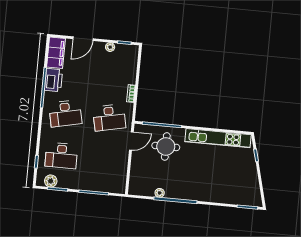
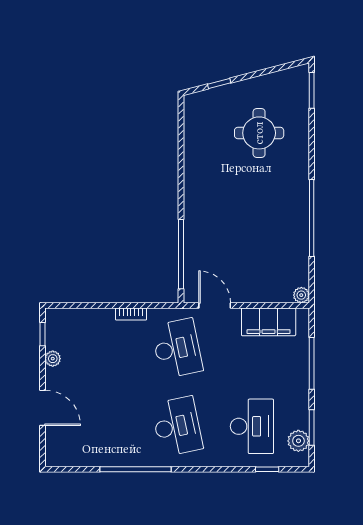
filing cabinet: (56, 53) -> (269, 322), moved, turned 180
printer: (54, 80) -> (120, 453), removed
kitchen unit: (218, 138) -> (195, 153), removed
round table: (166, 146) -> (259, 133), moved
plant: (160, 193) -> (301, 295), moved

